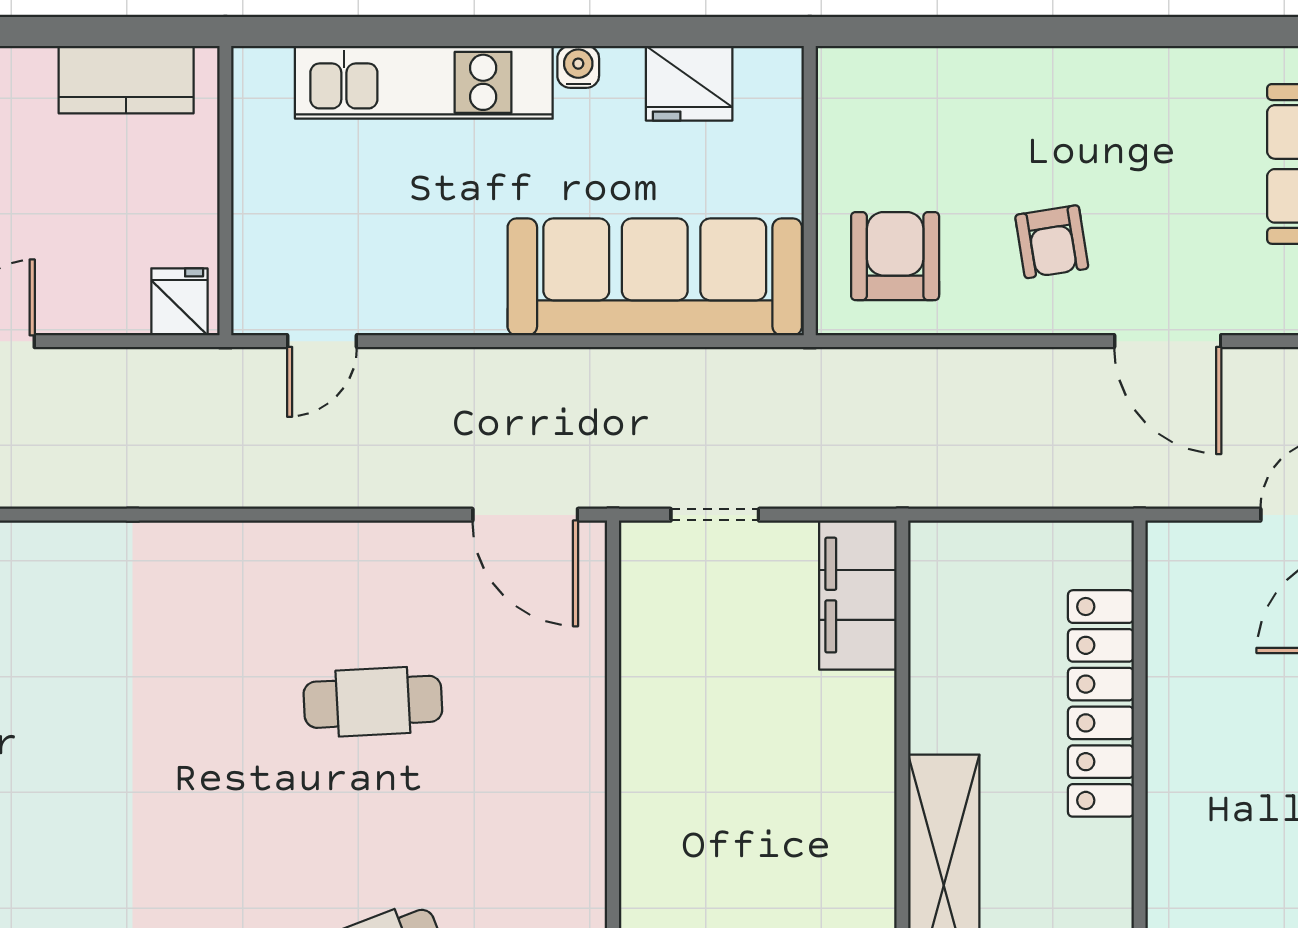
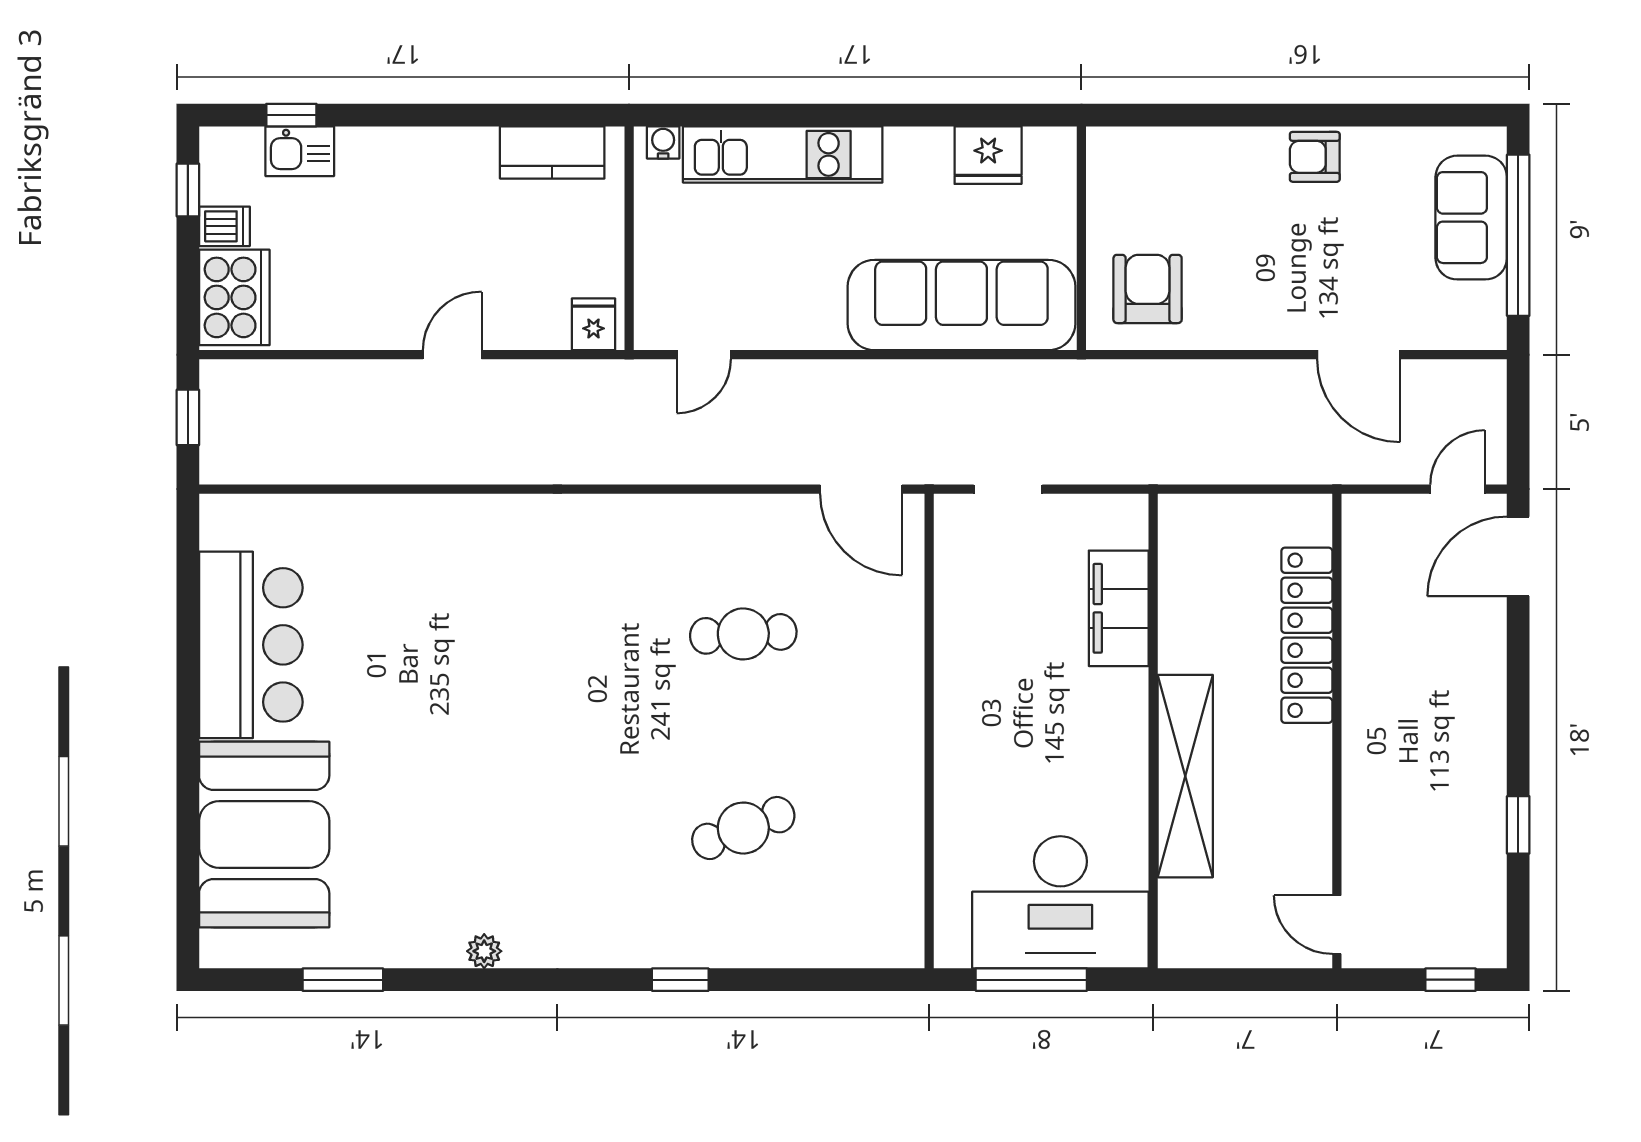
water cooler: (578, 67) -> (663, 142), moved
armchair: (1052, 242) -> (1315, 157), moved, turned 99
filing cabinet: (858, 595) -> (1119, 608), moved

